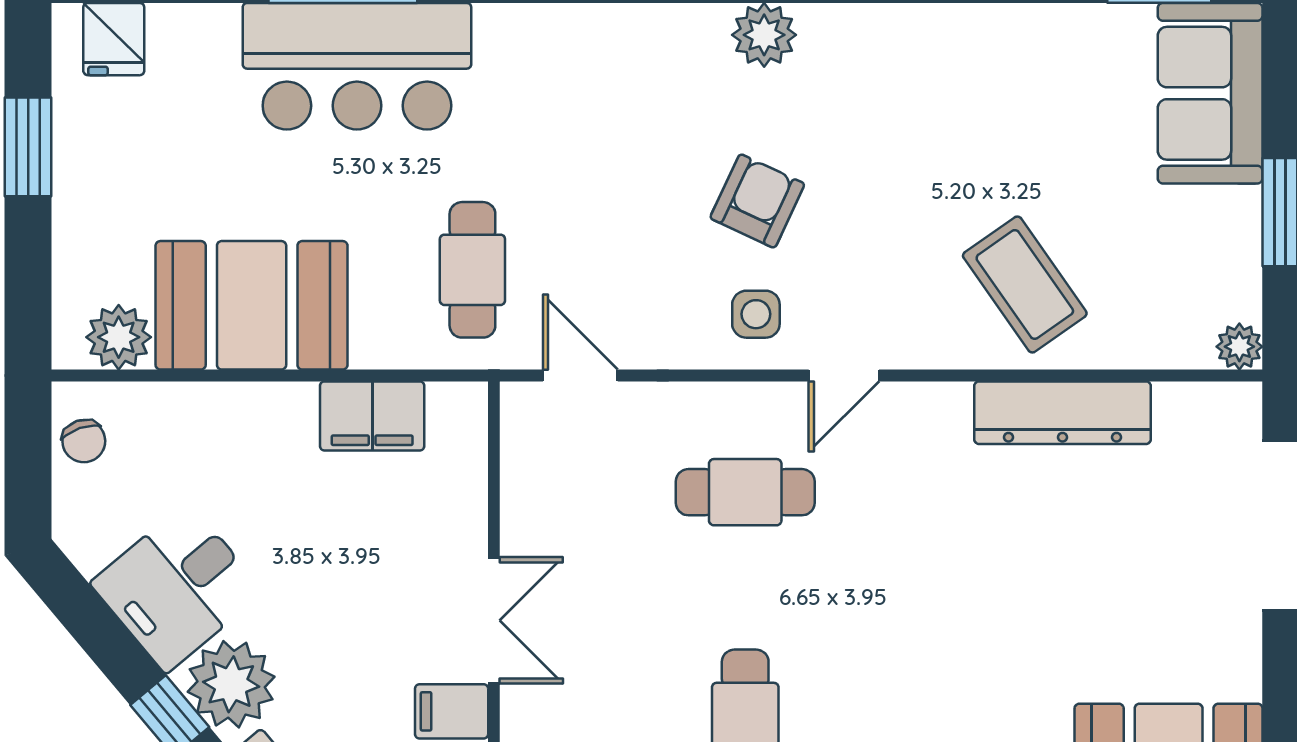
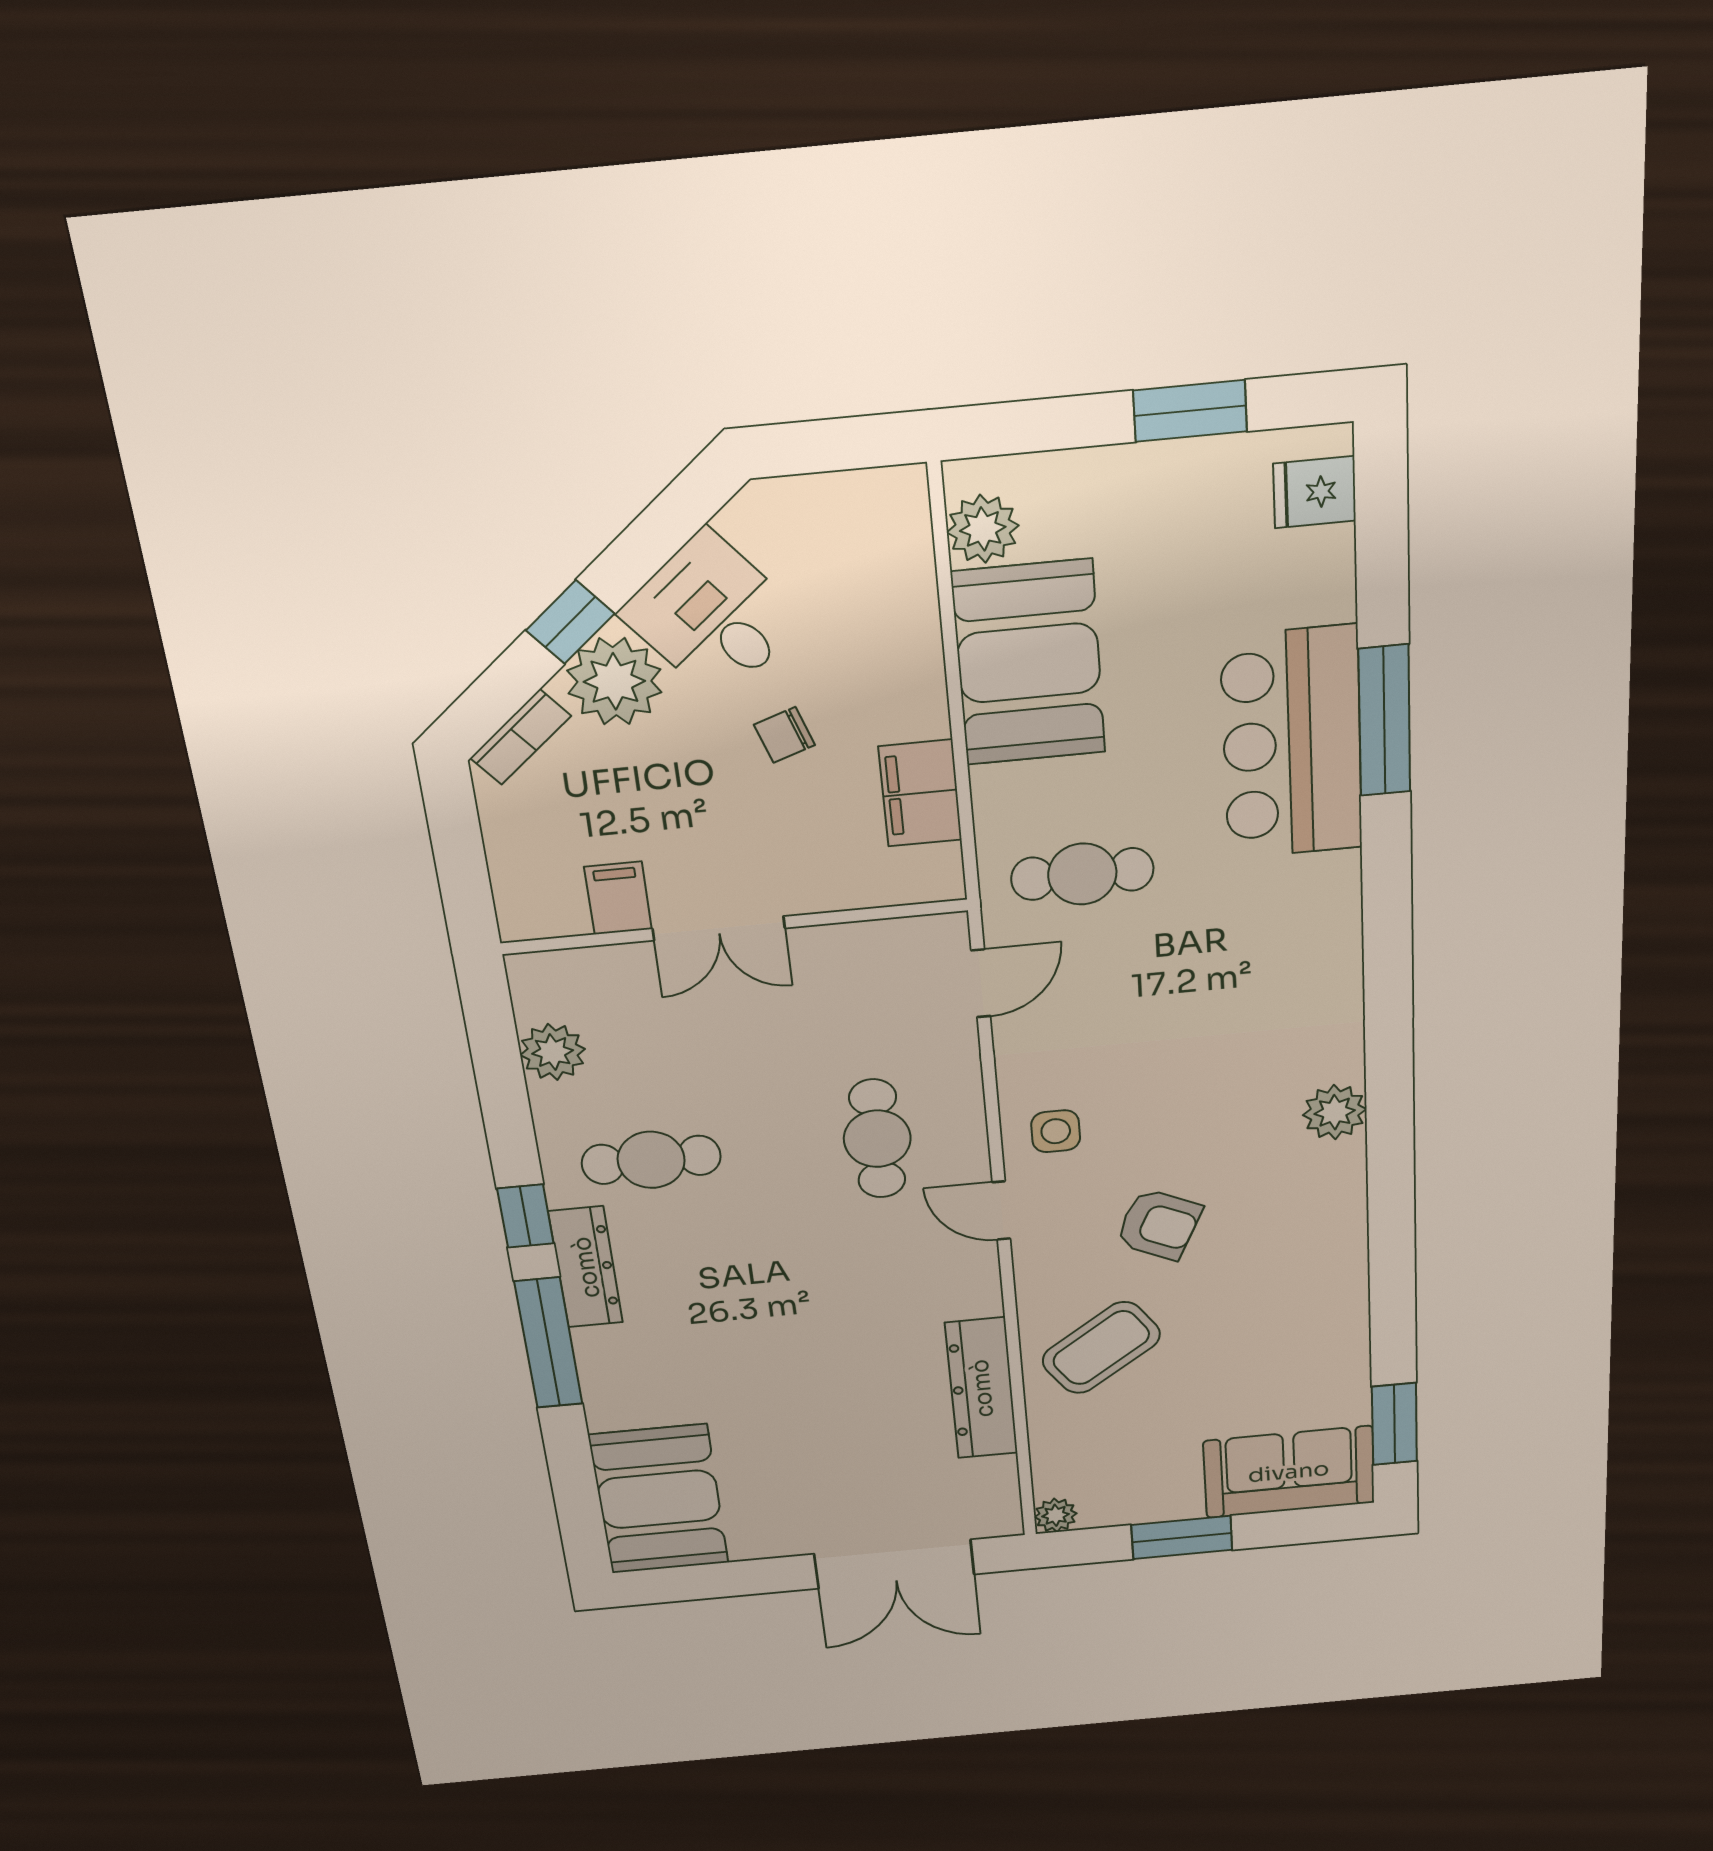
armchair: (757, 201) -> (1159, 1225), moved
chair: (84, 441) -> (784, 735), moved

